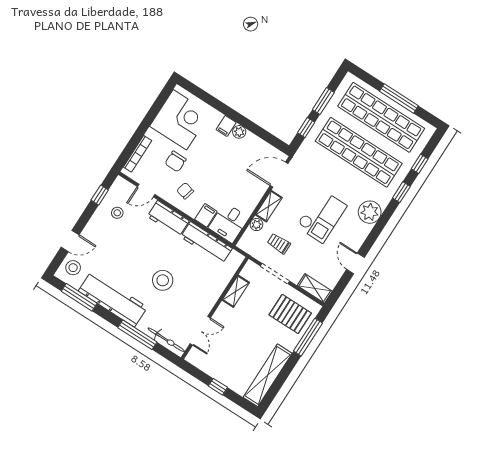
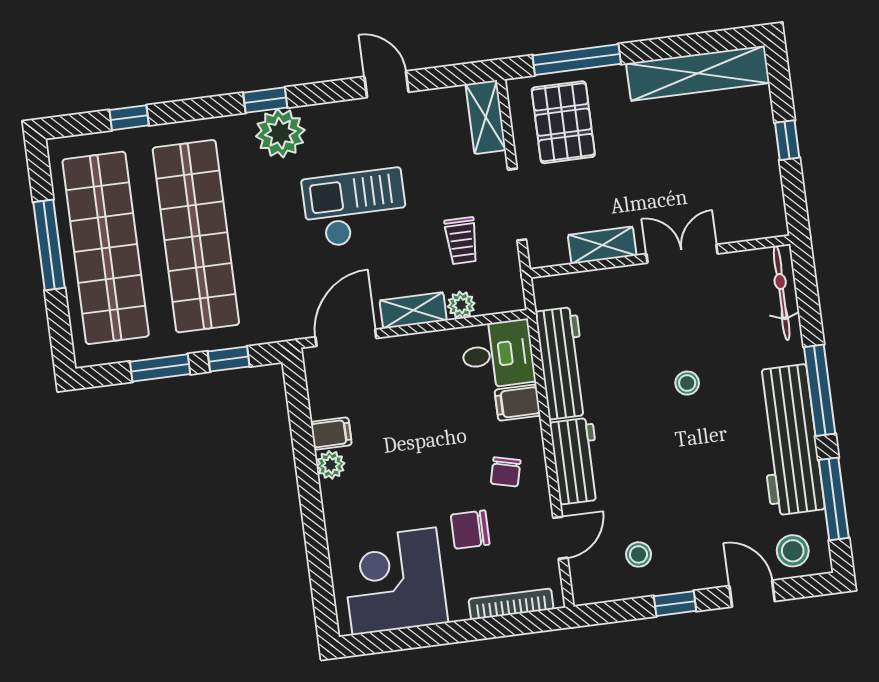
filing cabinet: (226, 126) -> (331, 433), moved
chair: (176, 161) -> (470, 530), turned 180
door: (279, 175) -> (346, 338), swing flipped
door: (146, 191) -> (560, 538), hinge flipped
window: (401, 192) -> (265, 100), moved
window: (100, 195) -> (675, 604), moved
door: (355, 263) -> (386, 84), swing flipped
stool: (163, 280) -> (687, 383), width x0.53, depth x0.53
double door: (200, 331) -> (682, 254), moved
window: (137, 335) -> (820, 390), moved

